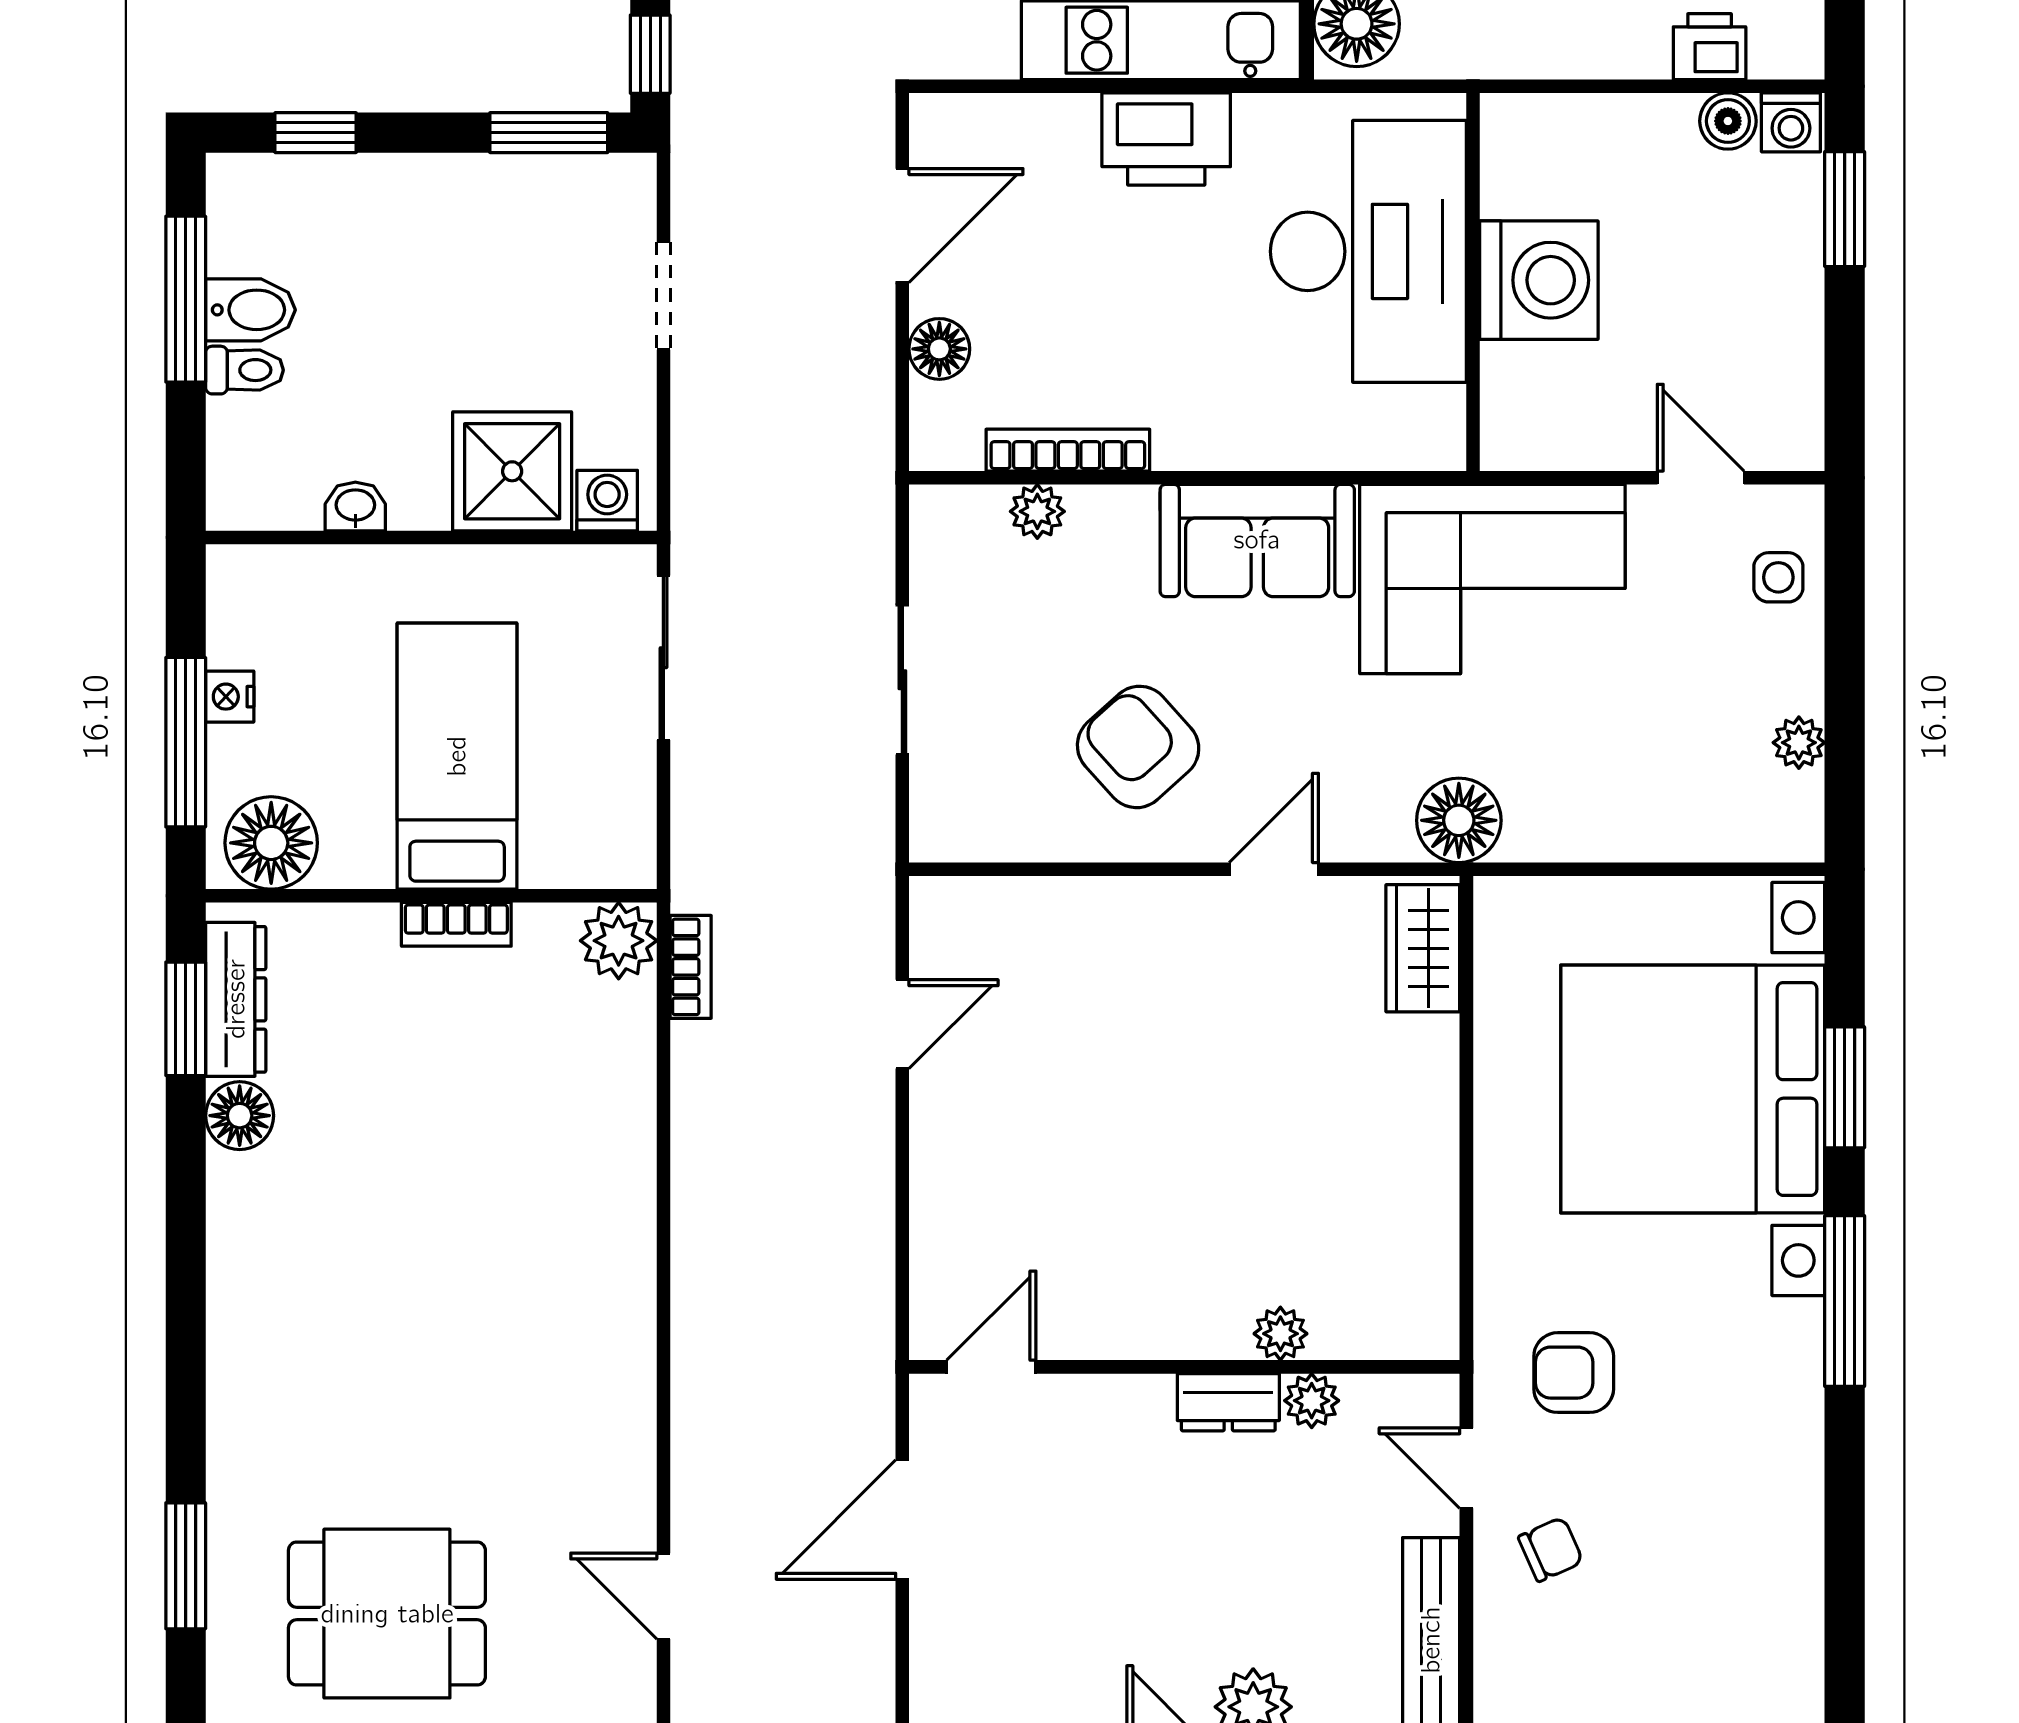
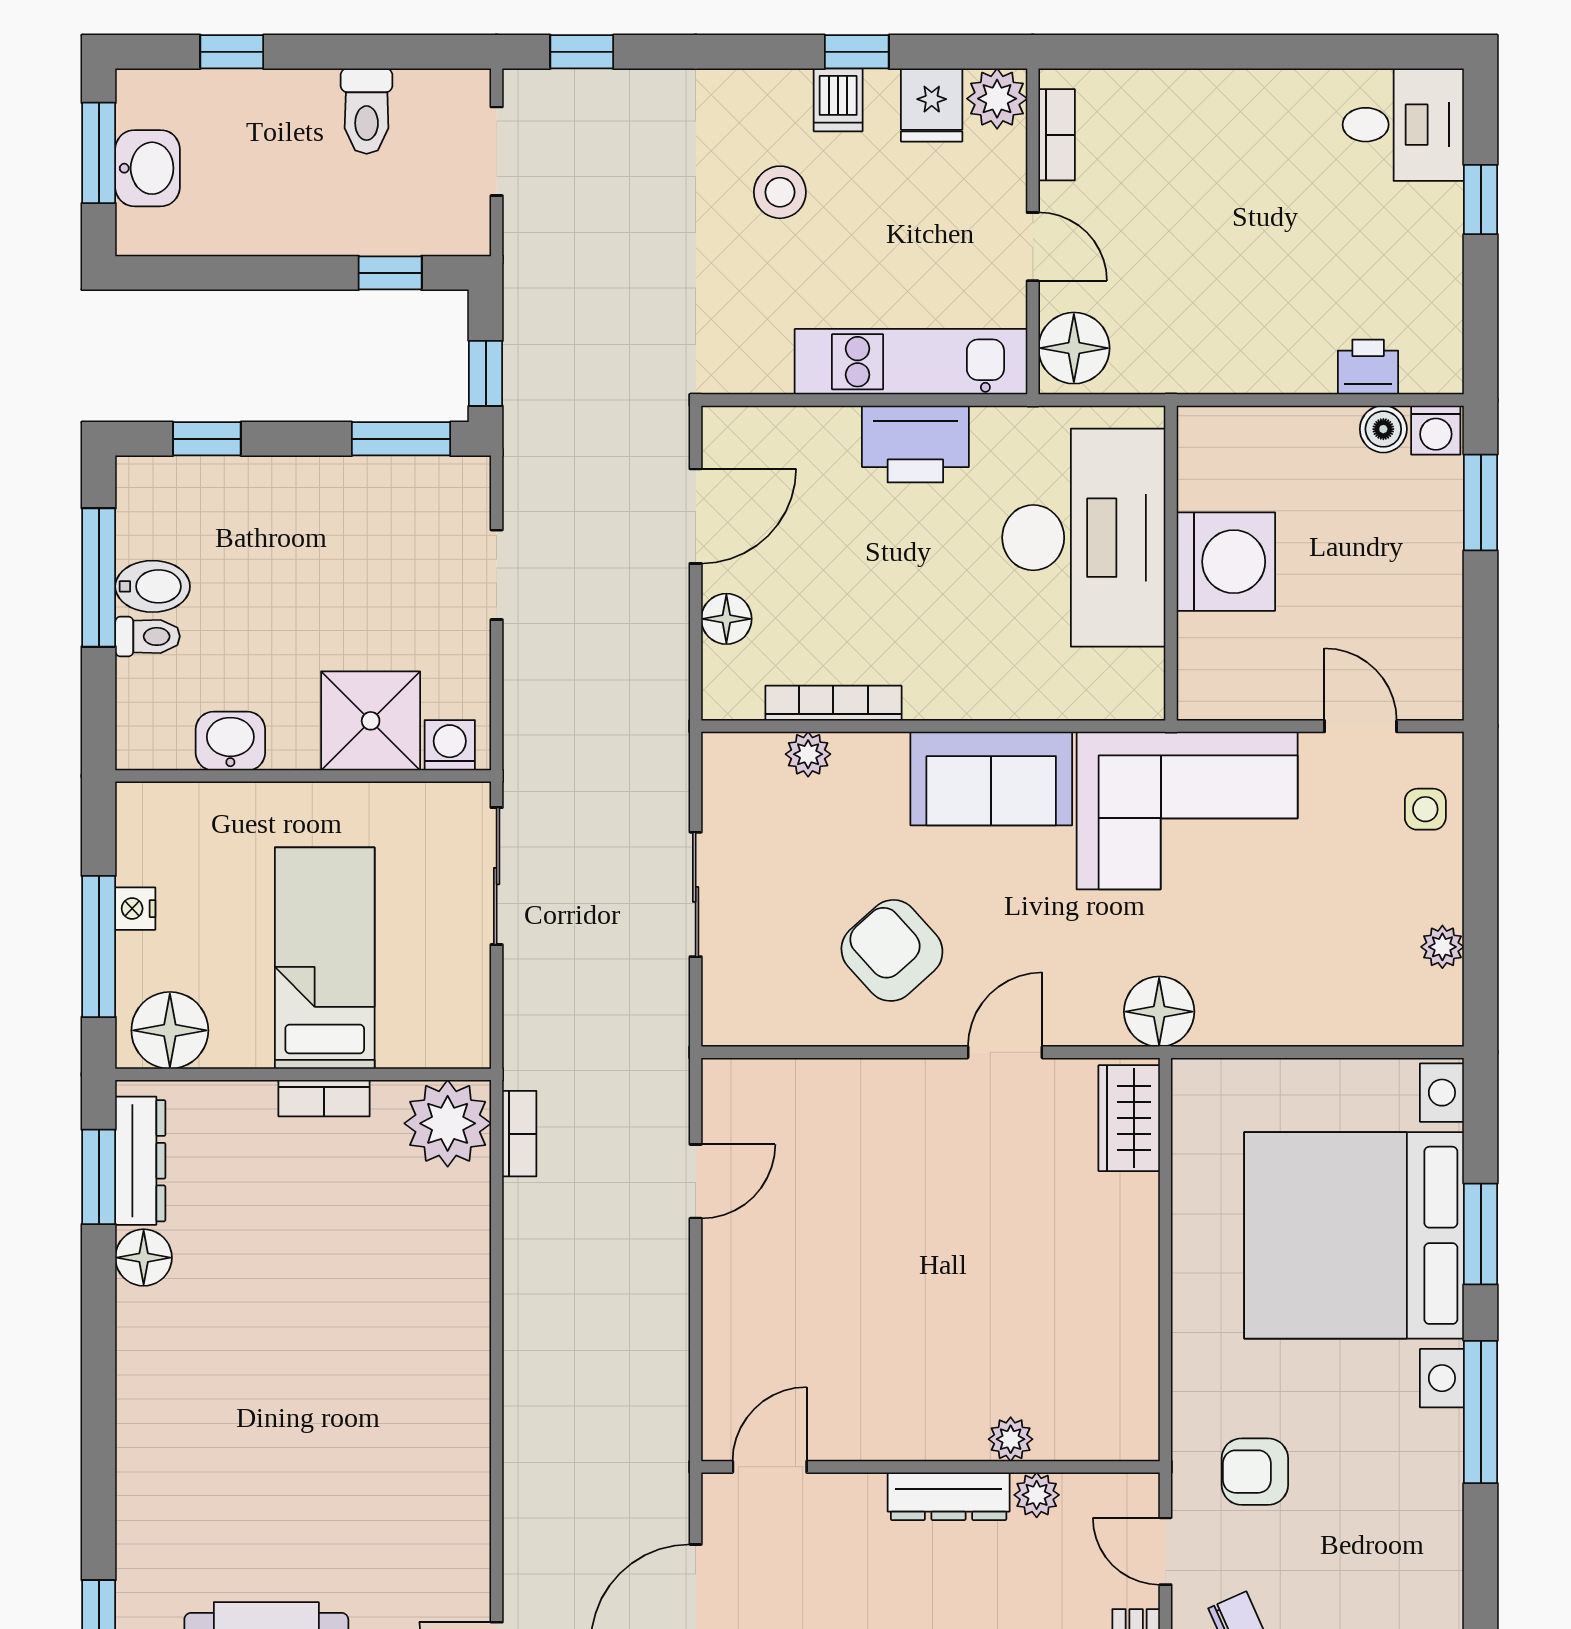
washbasin: (355, 506) -> (230, 741), width x1.38, depth x1.45
plant: (619, 941) -> (448, 1123), width x1.36, depth x1.36
dresser: (1228, 1402) -> (949, 1496), width x1.44

